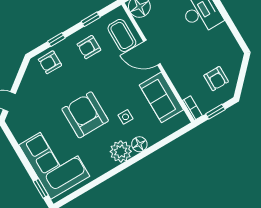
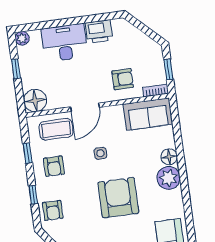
printer: (223, 37) -> (99, 31), added
armchair: (216, 79) -> (123, 79), moved
sofa: (161, 97) -> (148, 114), moved
armchair: (85, 115) -> (118, 198), turned 90
side table: (126, 117) -> (100, 153), moved

